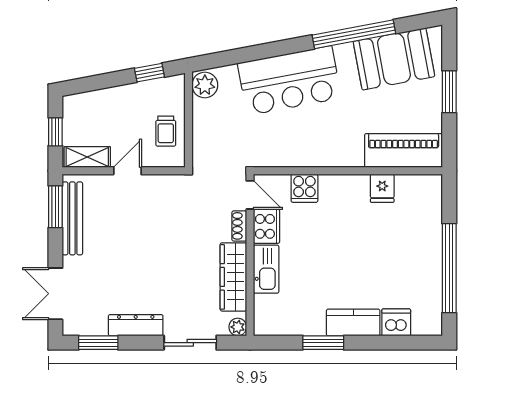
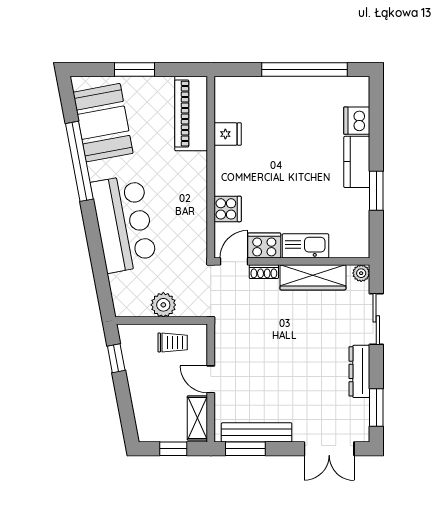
plant: (205, 85) -> (163, 305), moved

